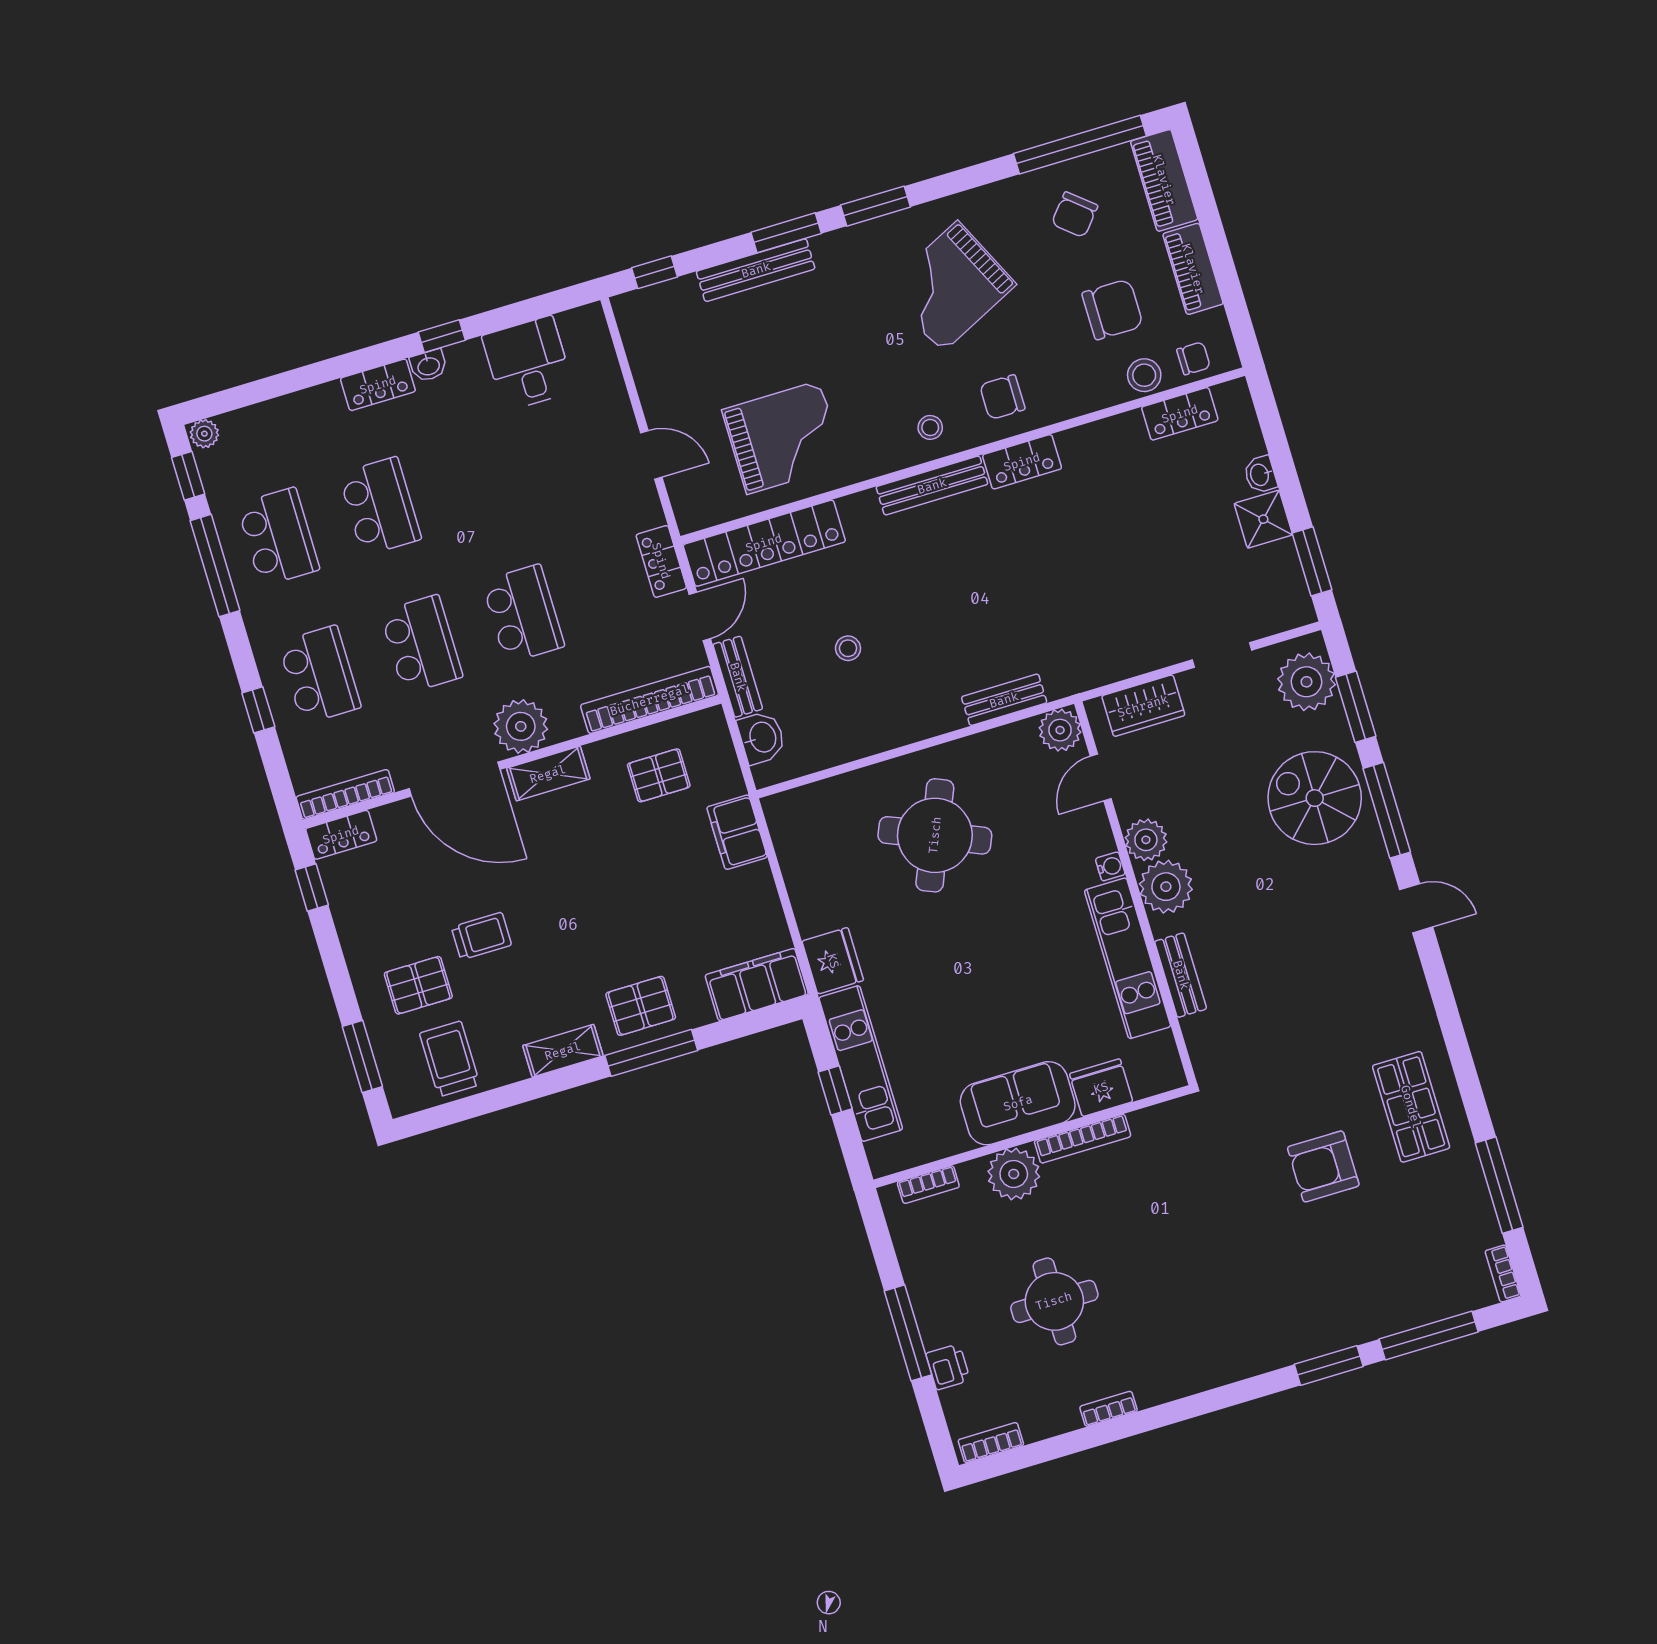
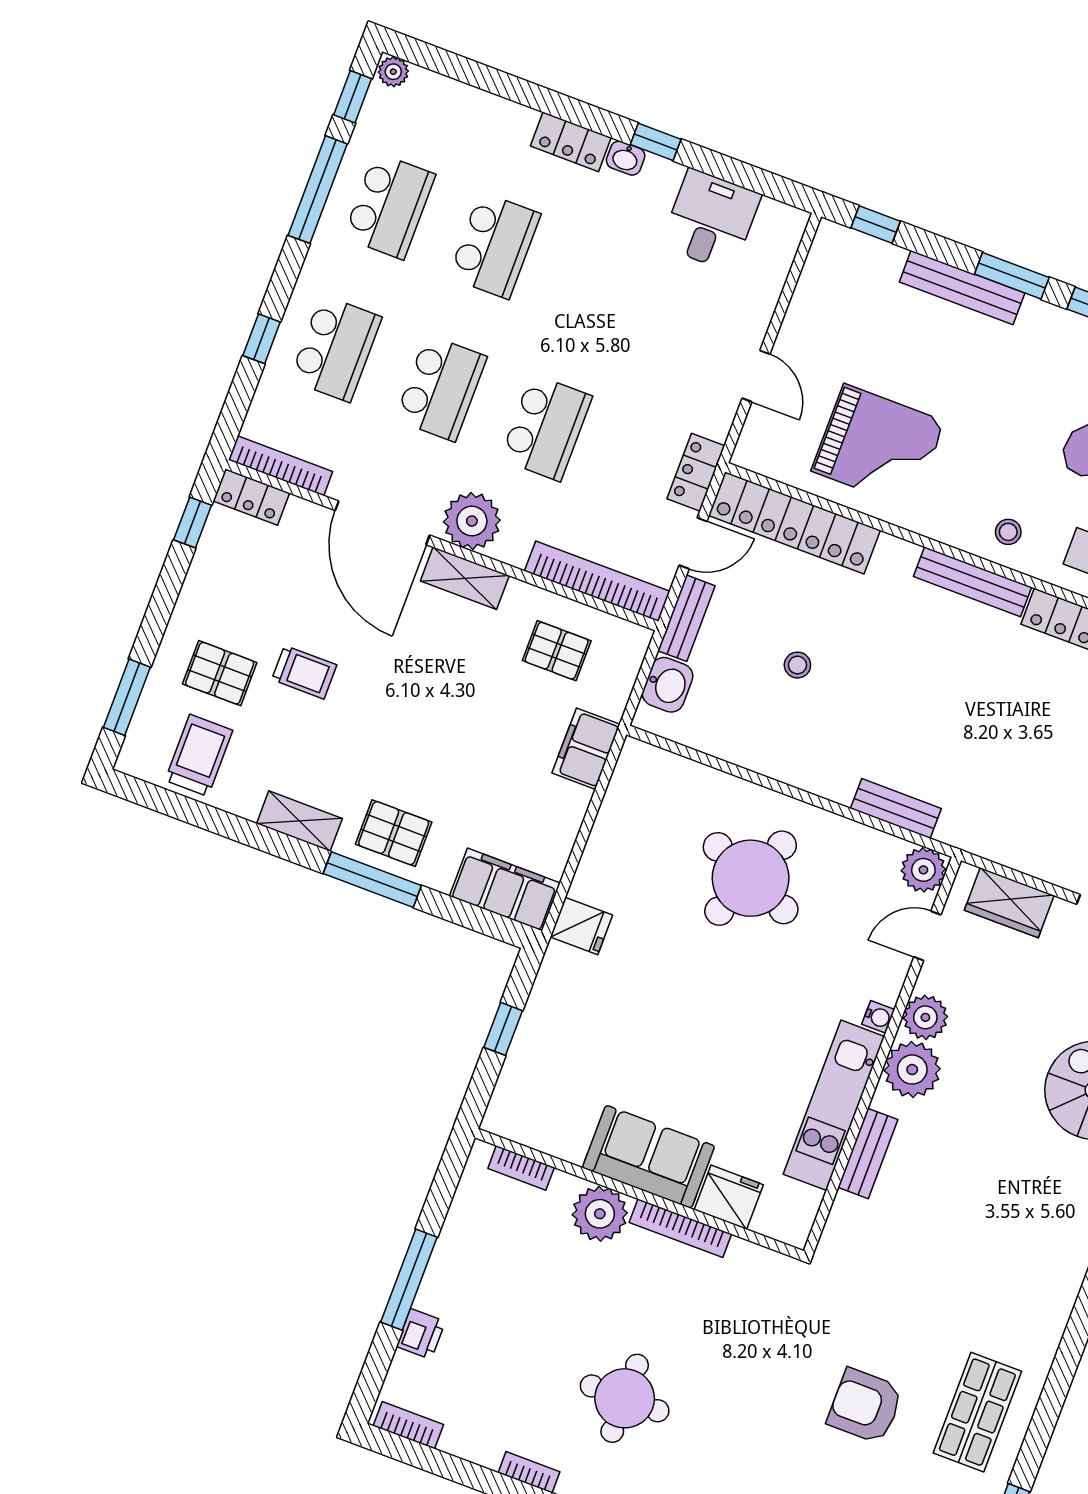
fridge: (833, 961) -> (581, 926), width x0.72
kitchen unit: (861, 1063) -> (542, 1023), removed
round table: (1054, 1301) -> (625, 1398), moved

